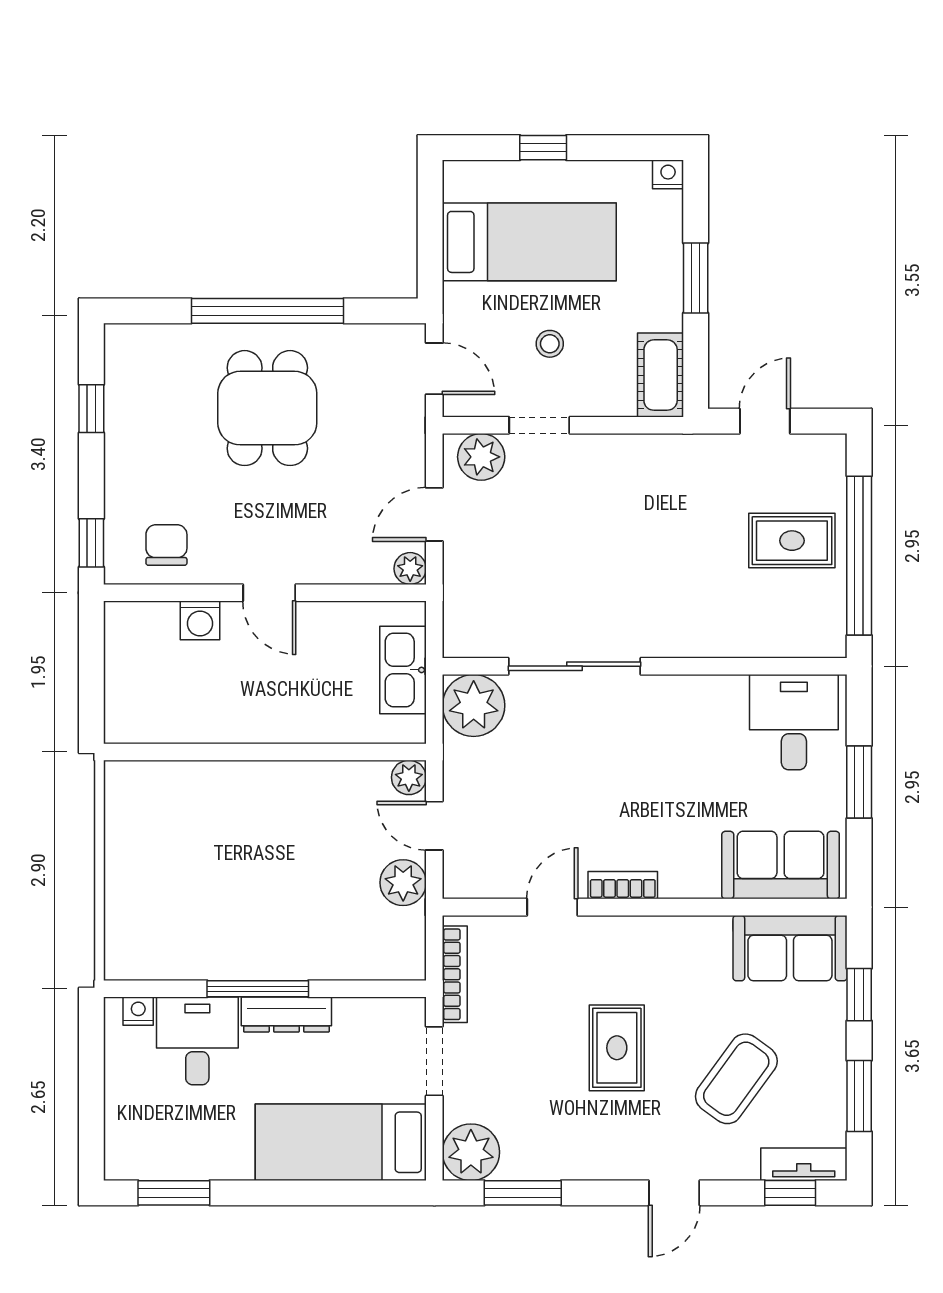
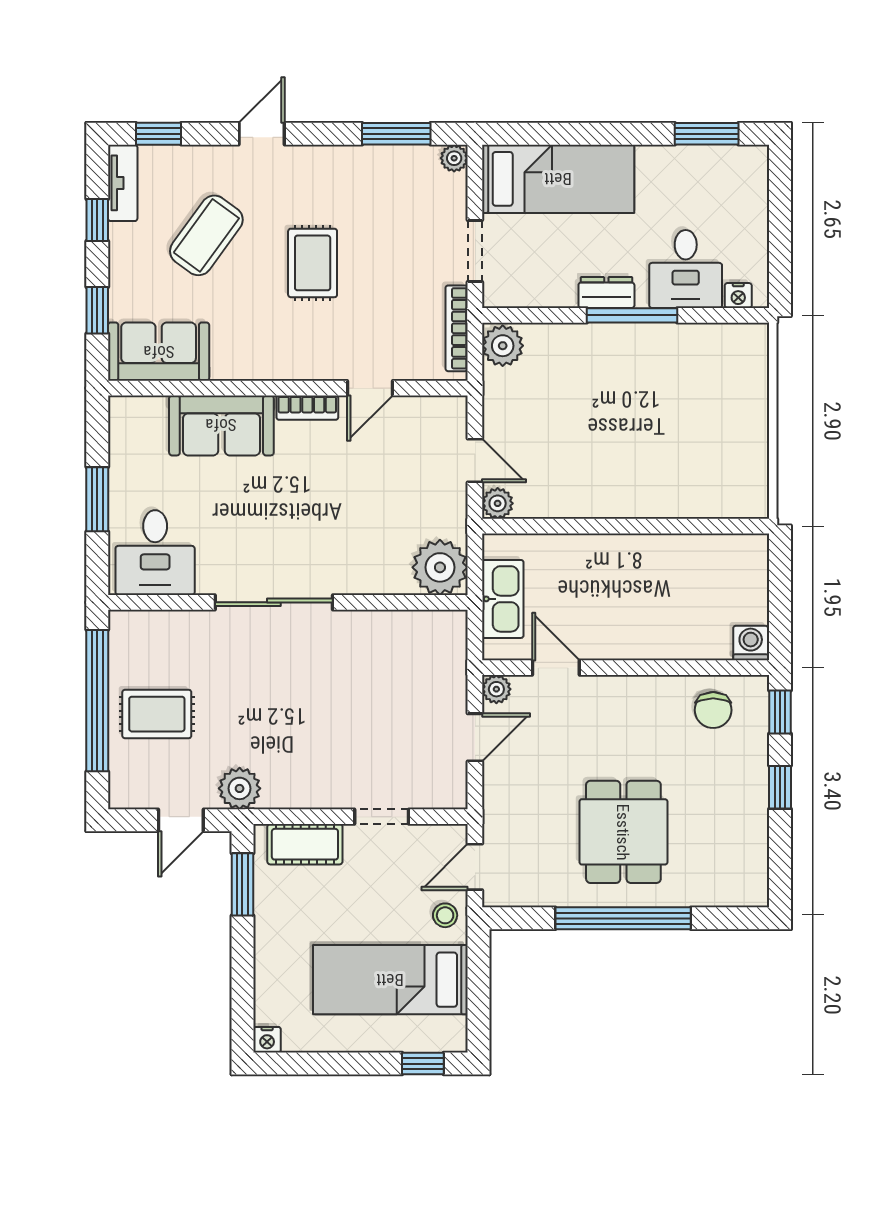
window: (543, 148) -> (423, 1064), moved
window: (696, 278) -> (242, 884), moved
stool: (550, 344) -> (445, 915), moved
door: (434, 369) -> (475, 867), hinge flipped
cot: (661, 375) -> (305, 844), moved, turned 90
window: (91, 409) -> (780, 787), moved
plant: (481, 457) -> (240, 788), moved
door: (269, 593) -> (556, 668), moved
washing machine: (200, 620) -> (751, 643), moved
sliding door: (574, 666) -> (274, 602), moved
sofa: (781, 865) -> (221, 425), moved
plant: (403, 883) -> (503, 346), moved
dresser: (286, 1015) -> (606, 292), width x0.70
window: (859, 1096) -> (97, 220), width x0.67
plant: (471, 1152) -> (454, 158), width x0.53, depth x0.53
tv unit: (804, 1164) -> (123, 183), moved, turned -90

